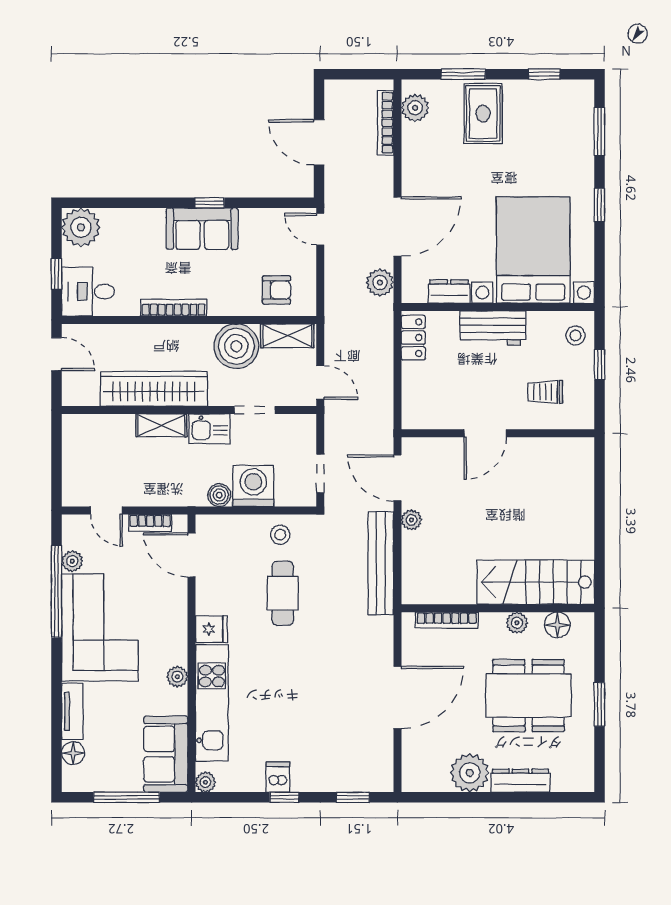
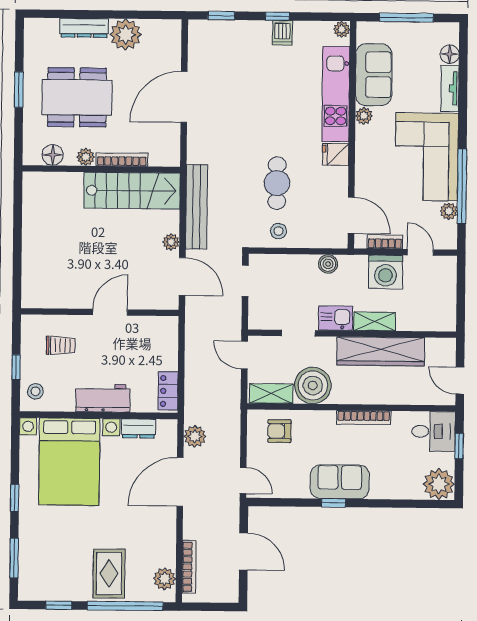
window: (463, 74) -> (125, 606), width x2.11
washing machine: (253, 486) -> (385, 272), moved
stairs: (536, 582) -> (132, 191), moved
bookcase: (447, 620) -> (122, 160), moved
sofa: (166, 754) -> (374, 75), moved

